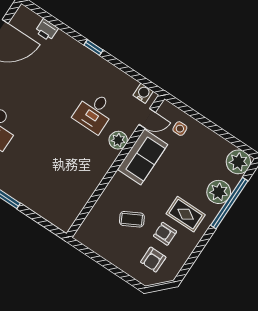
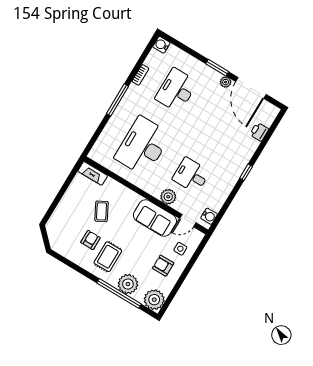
door: (147, 118) -> (188, 221), hinge flipped
desk: (57, 168) -> (143, 146), added
fireplace: (87, 228) -> (93, 173), added
armchair: (153, 260) -> (163, 266), moved

